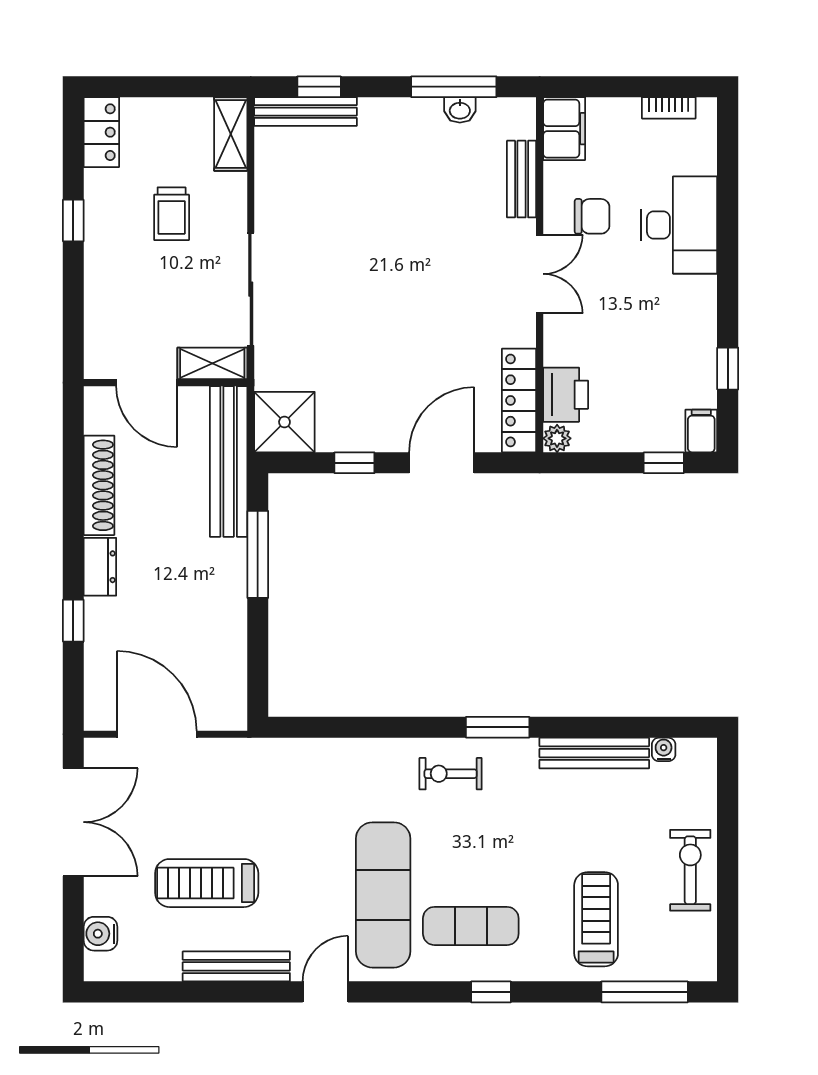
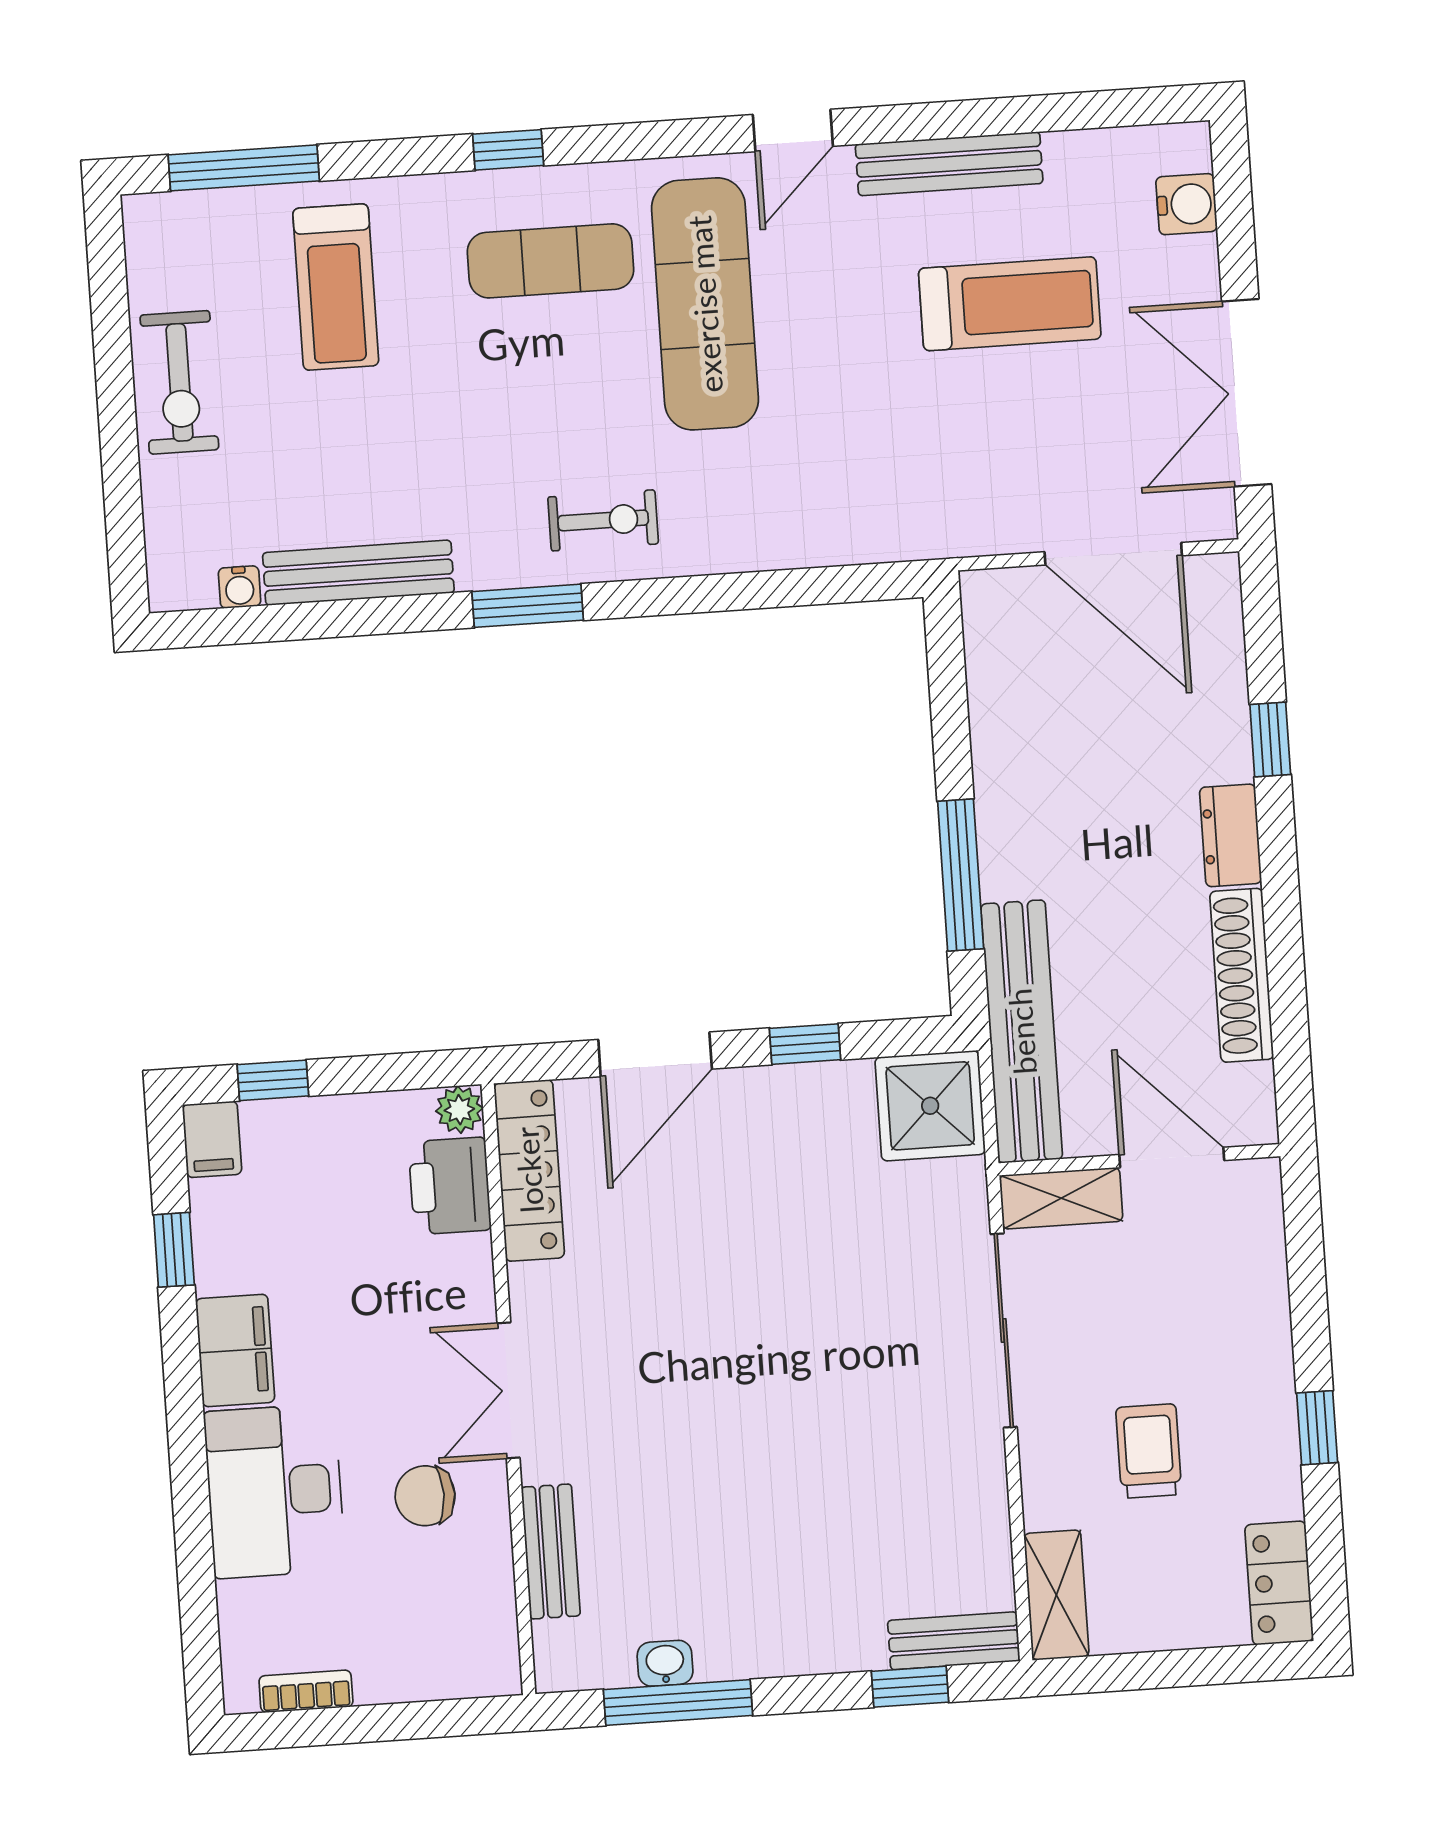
bench: (306, 112) -> (954, 1641), width x0.73
filing cabinet: (564, 129) -> (235, 1350), moved, turned 180

